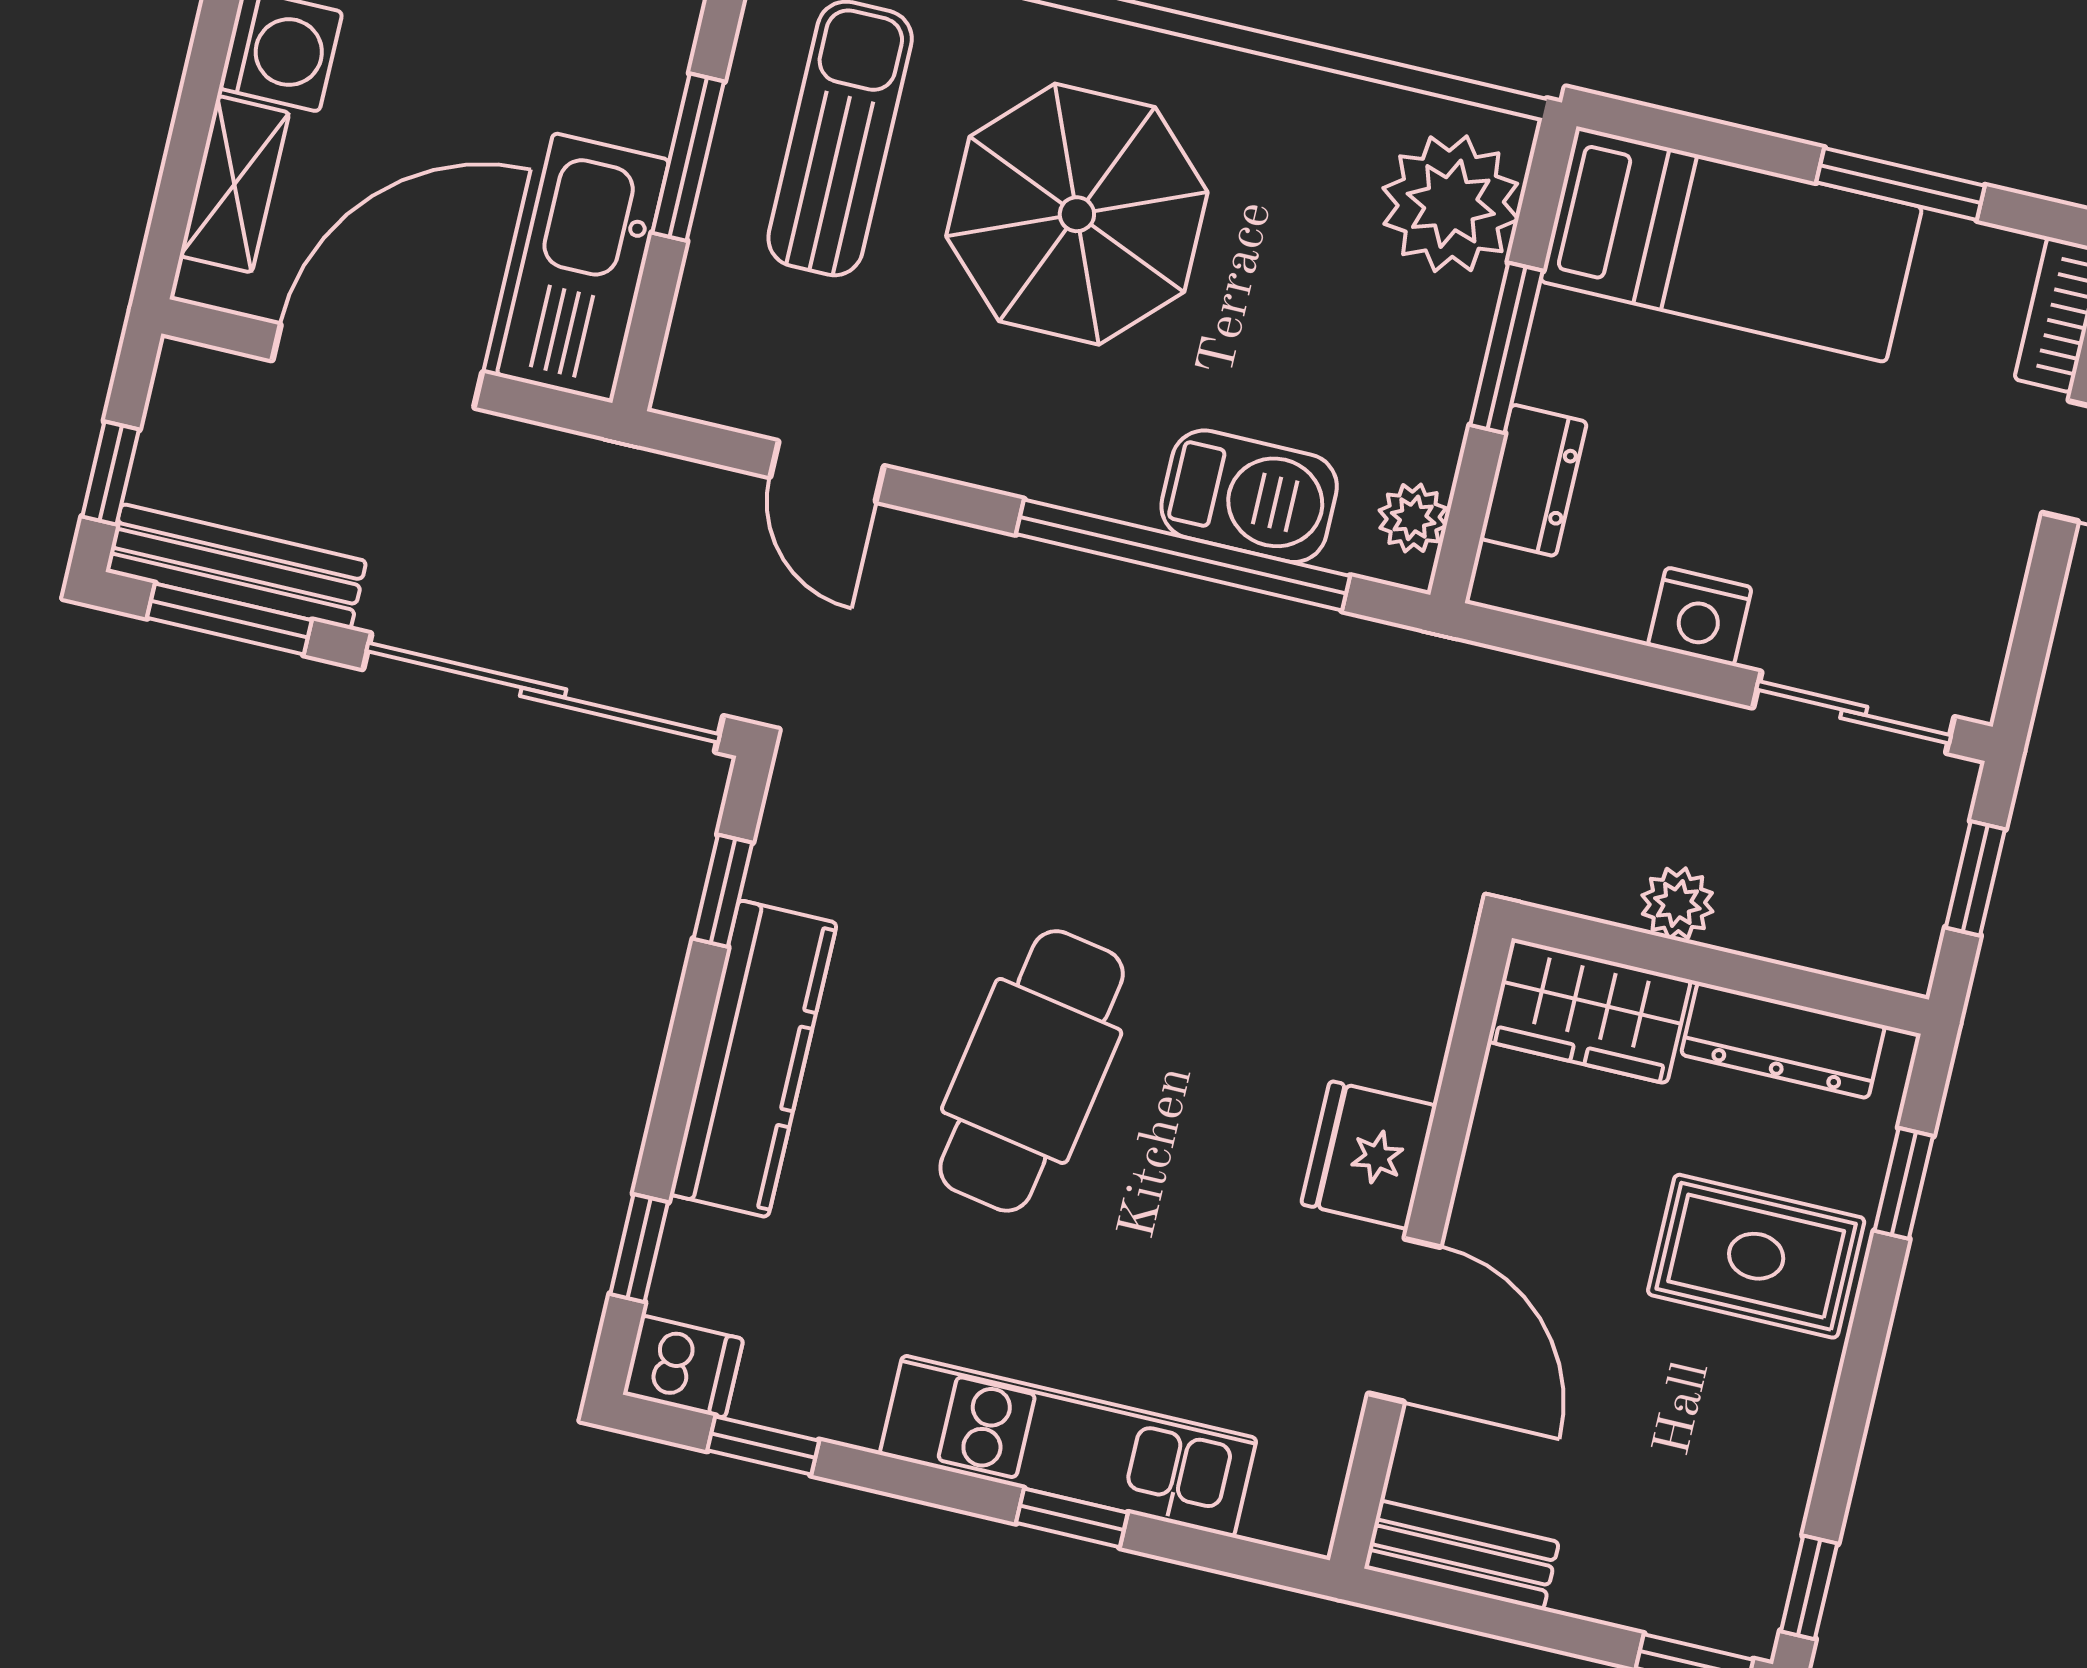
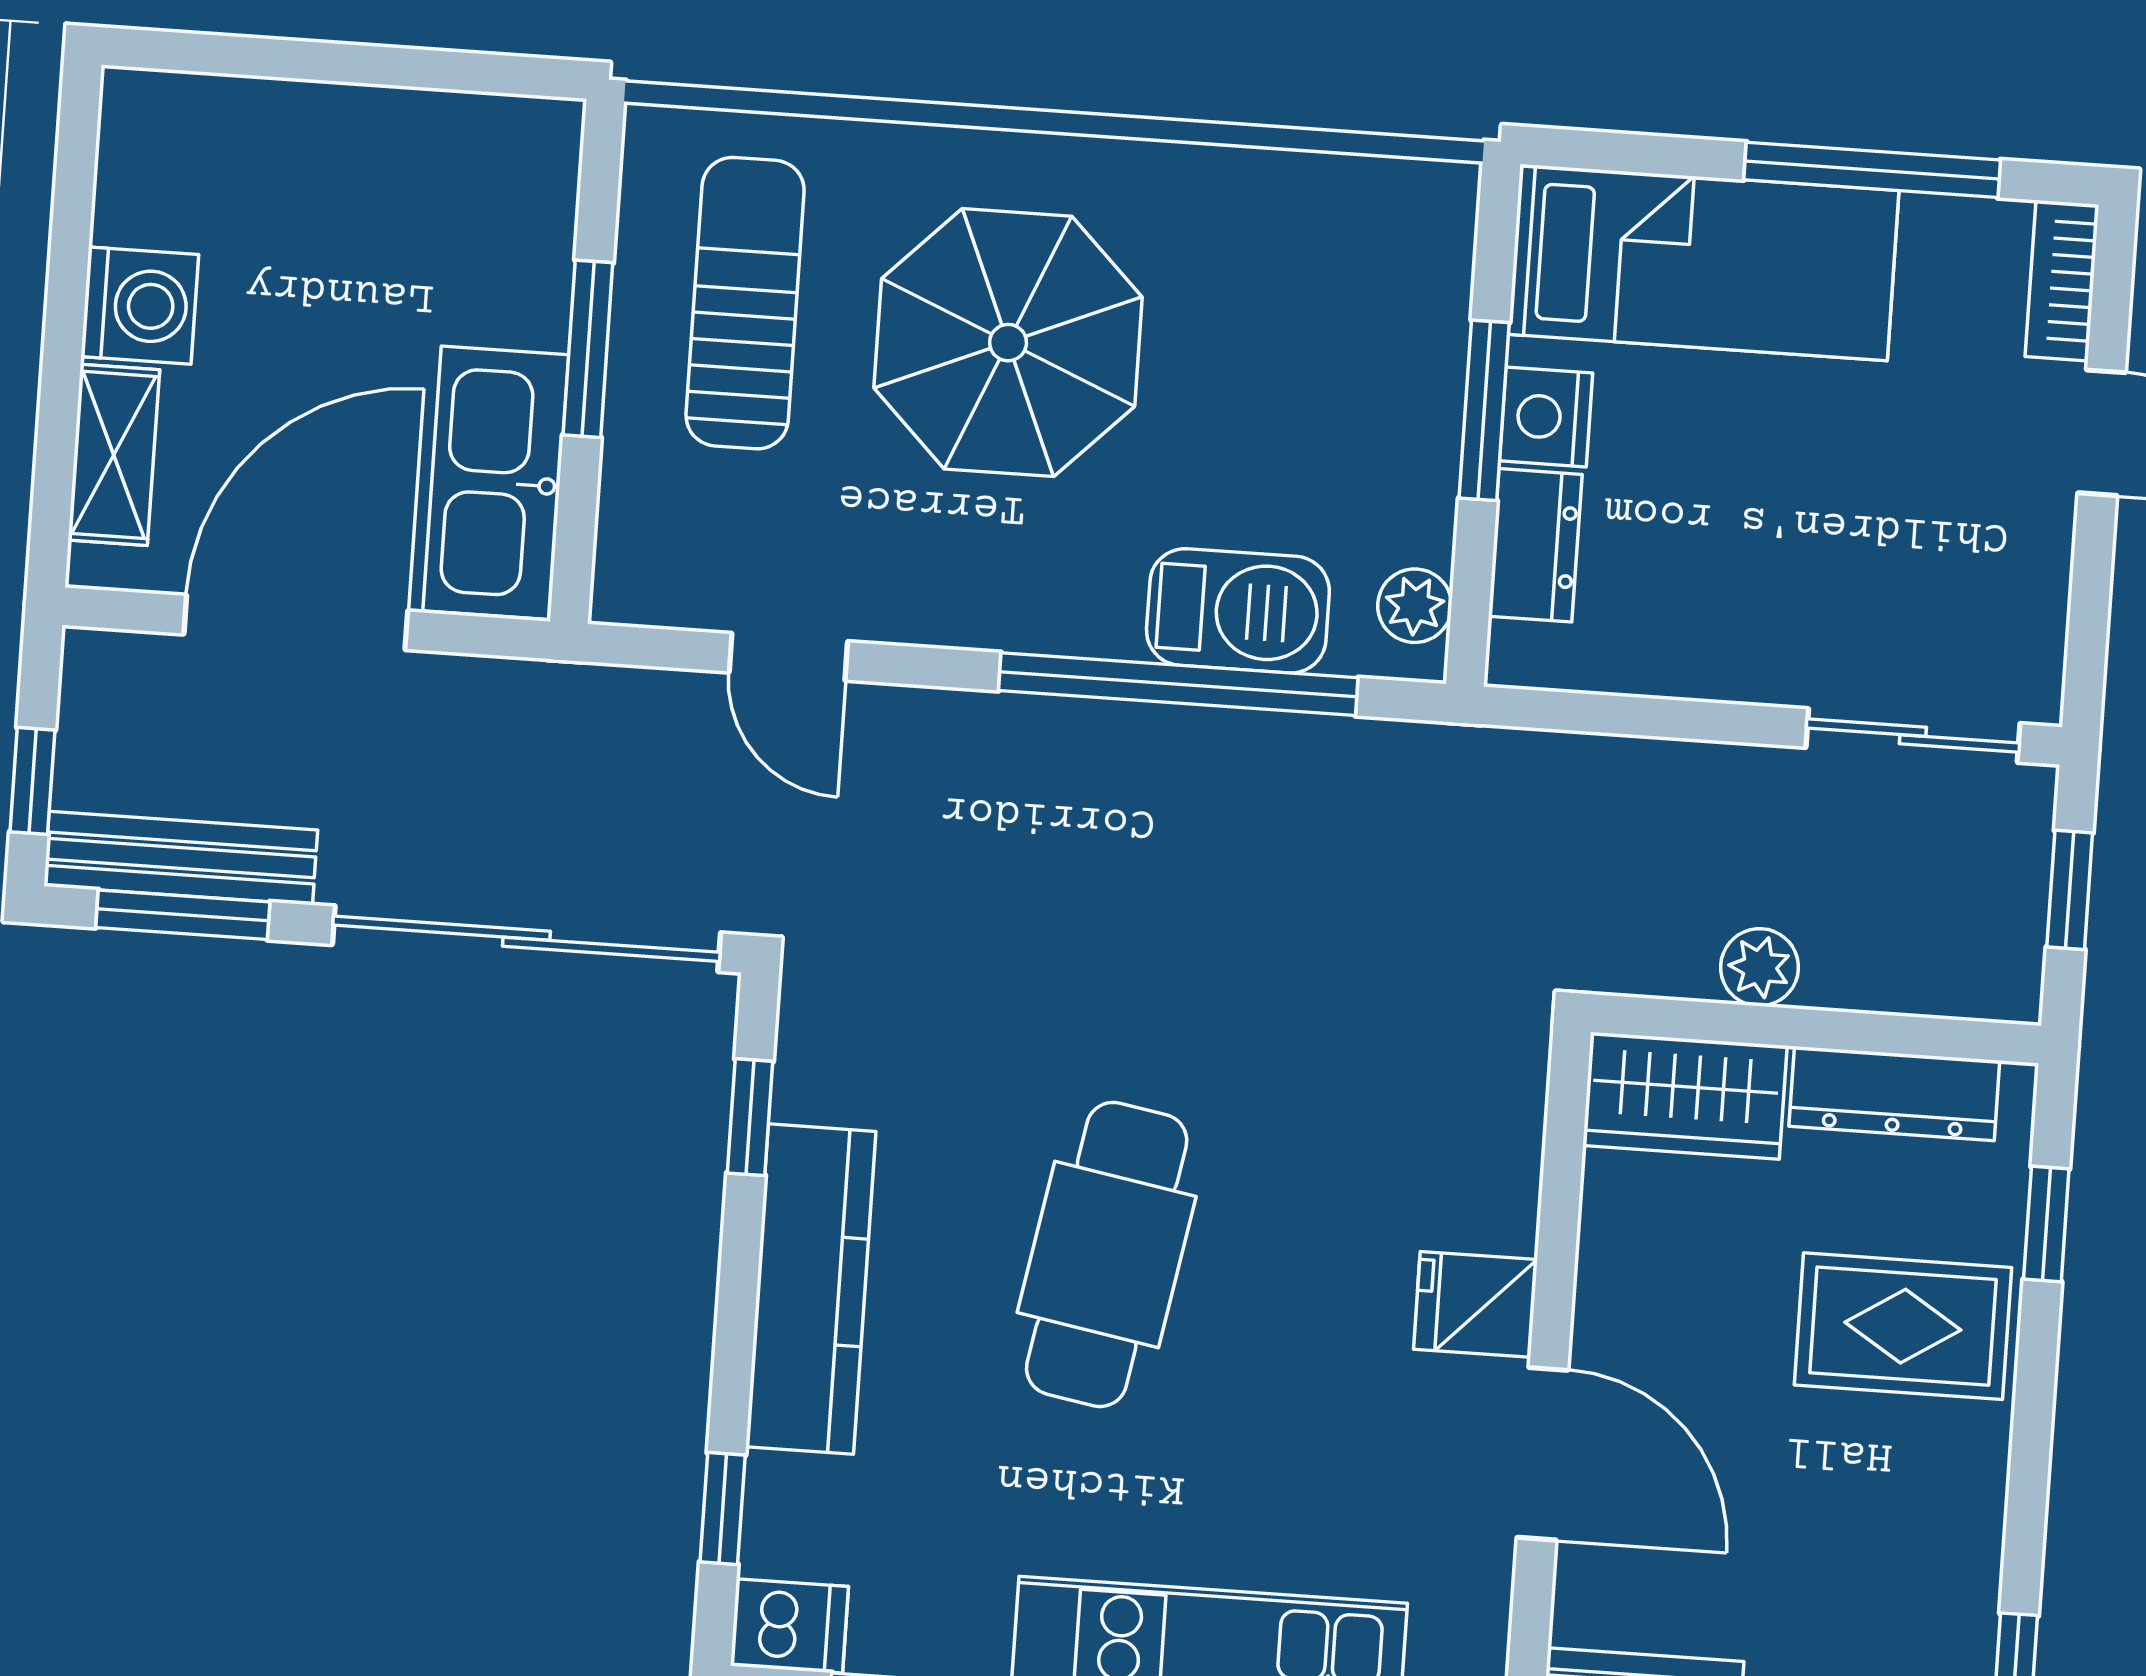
window: (1901, 184) -> (1872, 170), width x1.44
plant: (1451, 204) -> (1401, 268), removed
nightstand: (1700, 617) -> (1546, 417), moved, turned 90
fridge: (1369, 1155) -> (1475, 1304), width x0.72

